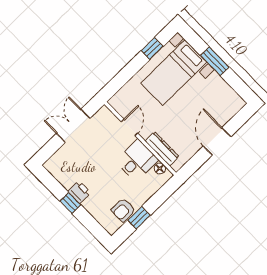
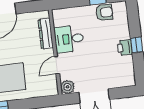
plant: (104, 115) -> (68, 87), added
floor lamp: (160, 169) -> (58, 21), removed

